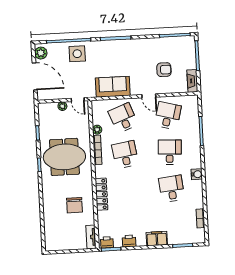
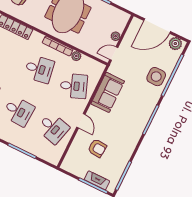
armchair: (164, 70) -> (97, 148), turned -85
fireplace: (192, 81) -> (97, 180), moved
door: (149, 96) -> (81, 121), swing flipped

